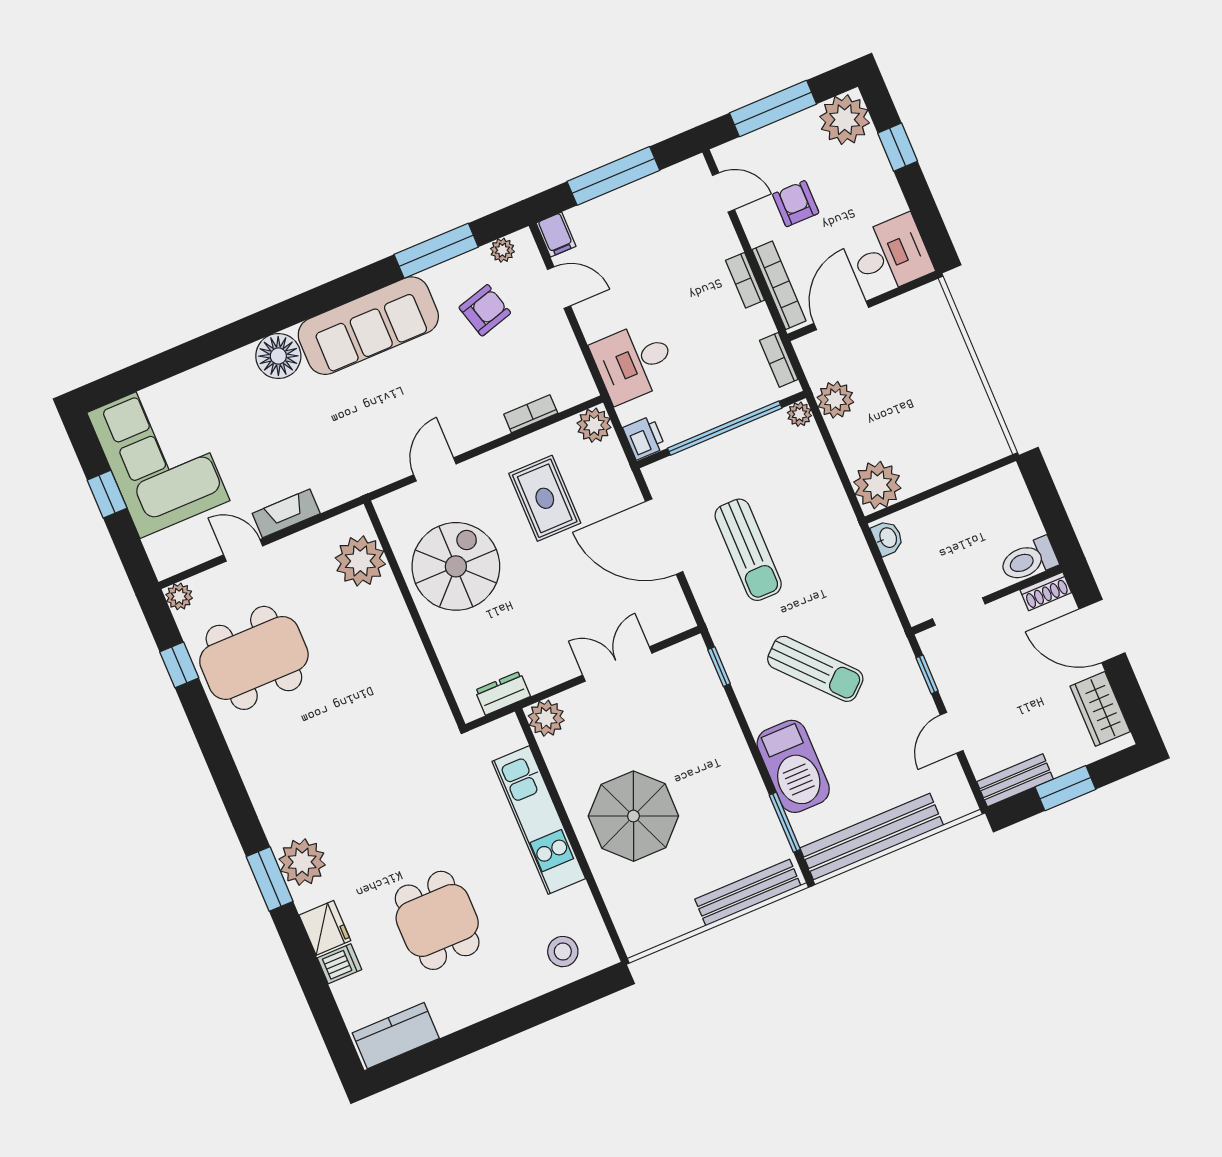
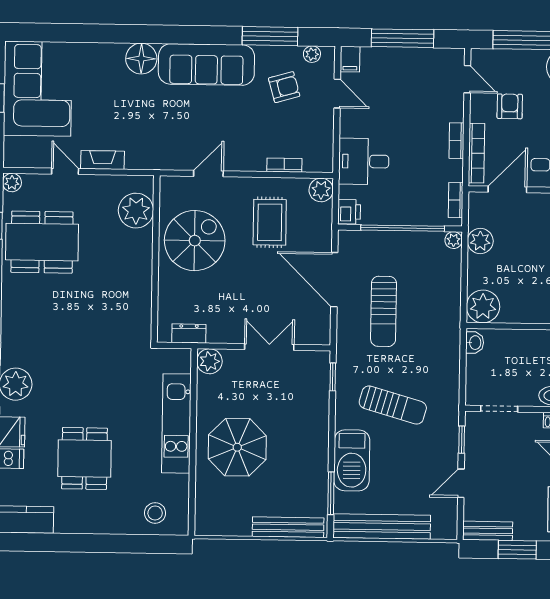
sun lounger: (815, 669) -> (393, 405), turned -32

